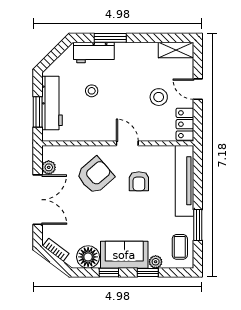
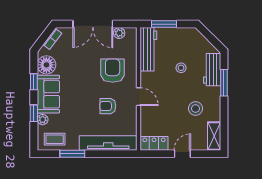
stool: (159, 97) -> (195, 109), moved
workbench: (52, 103) -> (148, 49), moved, turned -90
door: (127, 143) -> (139, 97), hinge flipped
armchair: (95, 175) -> (113, 71), turned -139

